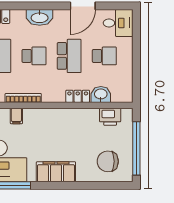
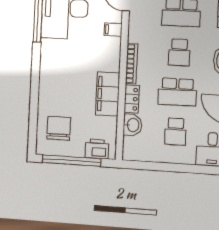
bookcase: (23, 98) -> (132, 64), moved
printer: (110, 117) -> (97, 149), moved, turned 90
filing cabinet: (56, 172) -> (108, 94), moved, turned 180

